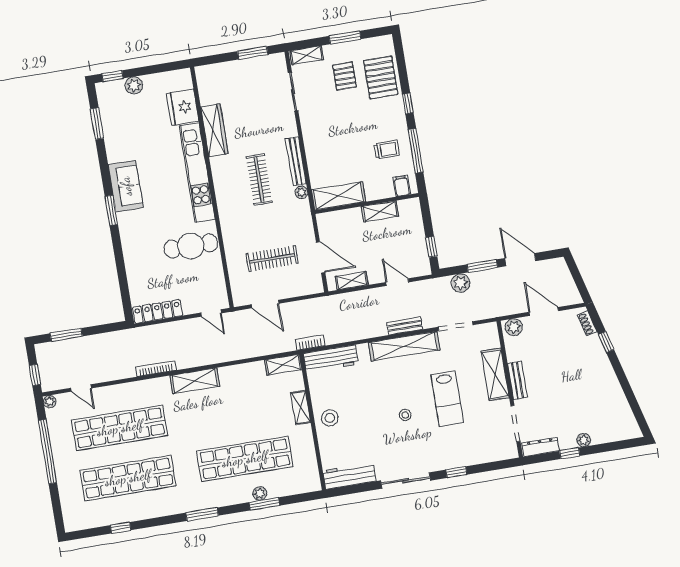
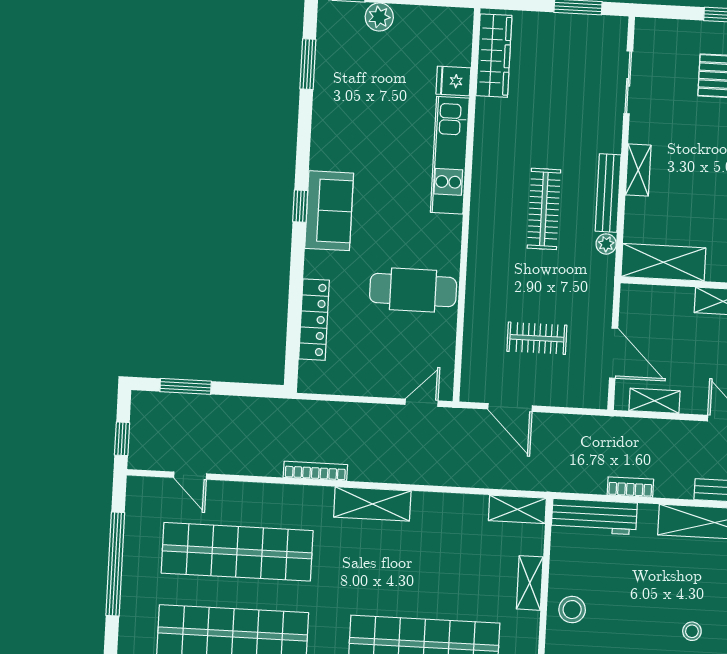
shelving: (307, 55) -> (638, 170), moved, turned 90
fridge: (182, 107) -> (453, 81), width x0.53, depth x0.75
wardrobe: (214, 130) -> (494, 56), moved
kitchen unit: (197, 172) -> (450, 155), width x0.73
sofa: (126, 186) -> (329, 211), moved
window: (111, 210) -> (300, 206), width x0.67
clothes rail: (272, 259) -> (537, 338), width x0.73
locker: (157, 312) -> (314, 320), moved, turned 90
door: (211, 313) -> (422, 403), swing flipped
bookcase: (310, 342) -> (630, 487), moved
plant: (50, 402) -> (136, 486), removed

